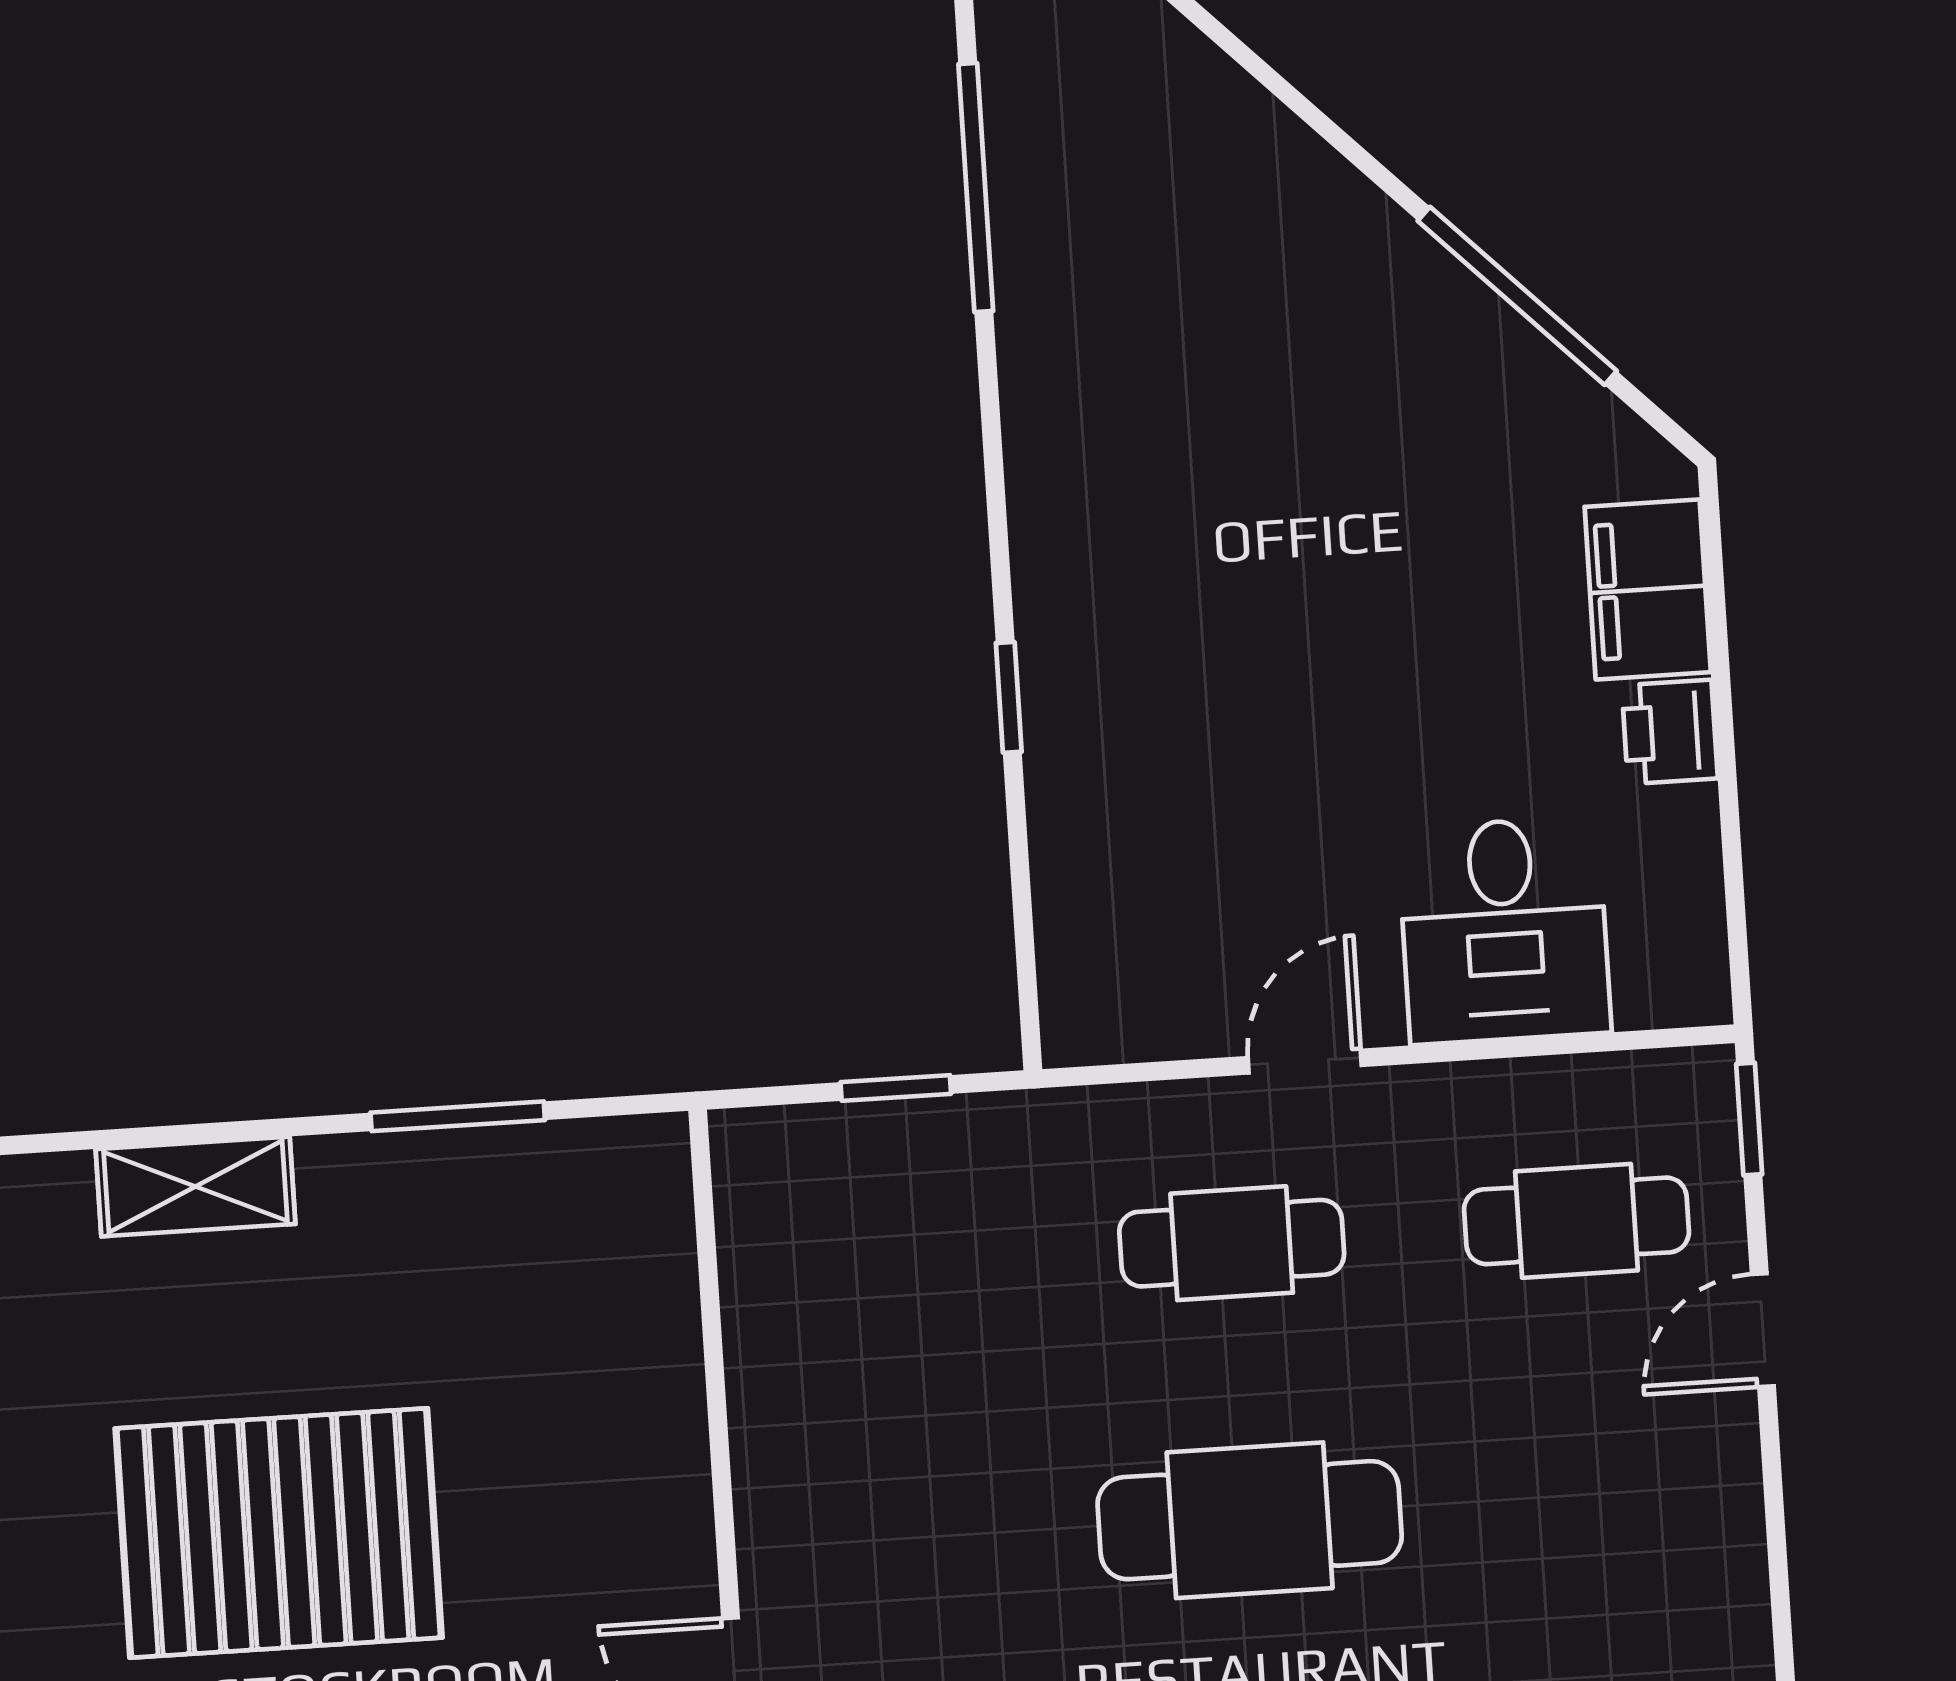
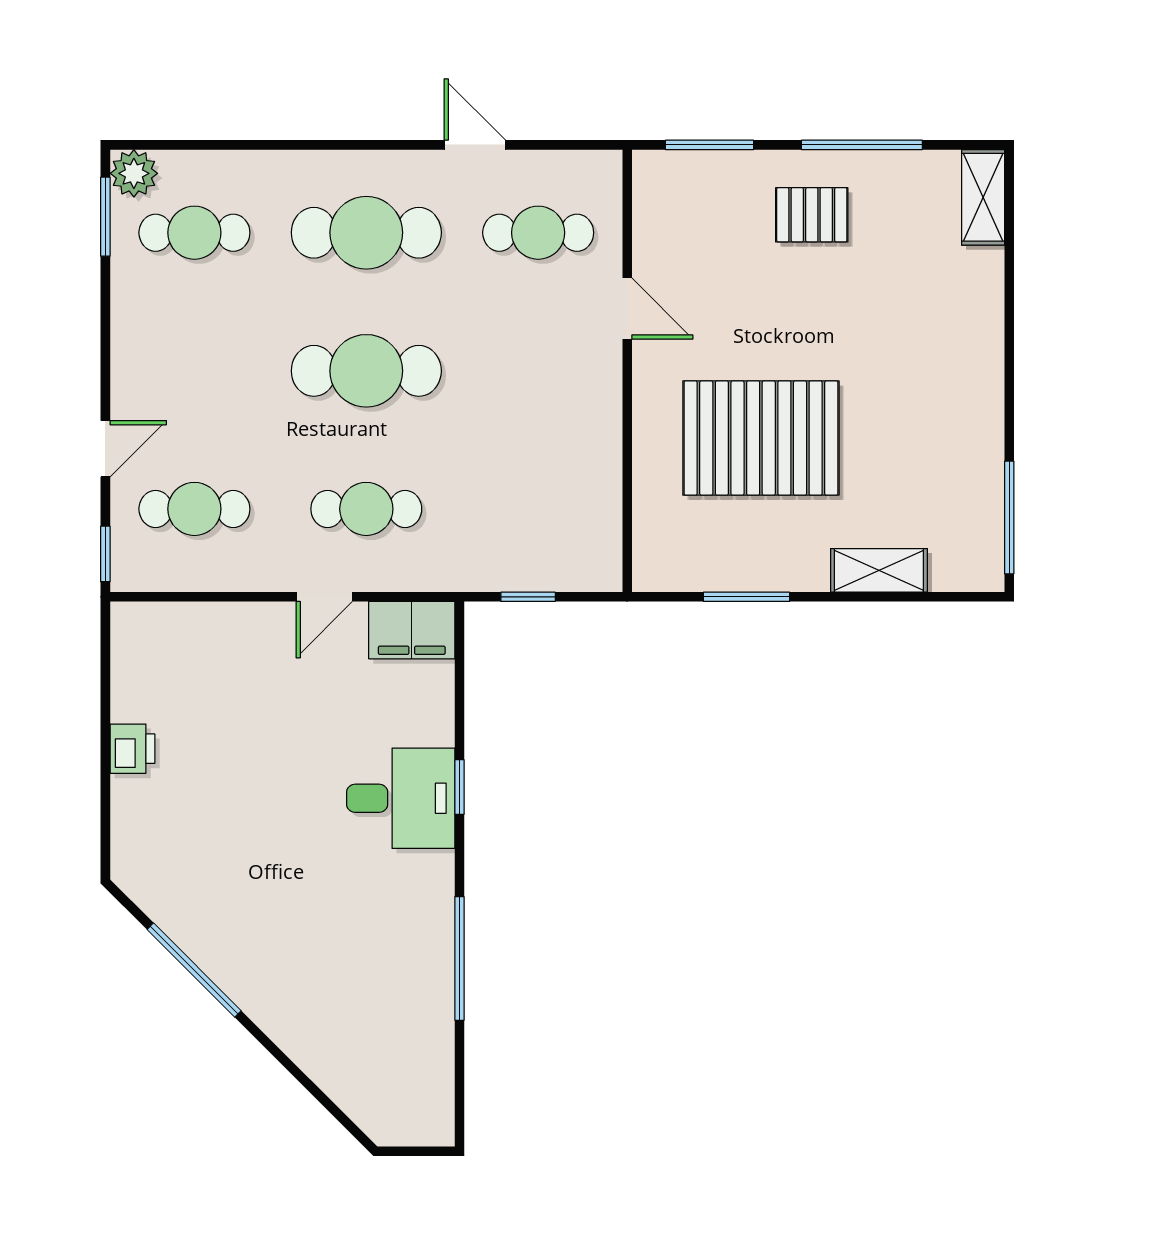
window: (976, 188) -> (459, 958), moved
filing cabinet: (1648, 589) -> (412, 630), moved, turned 90
desk: (1504, 930) -> (401, 798), moved, turned 90
pallet: (279, 1533) -> (761, 438), moved

